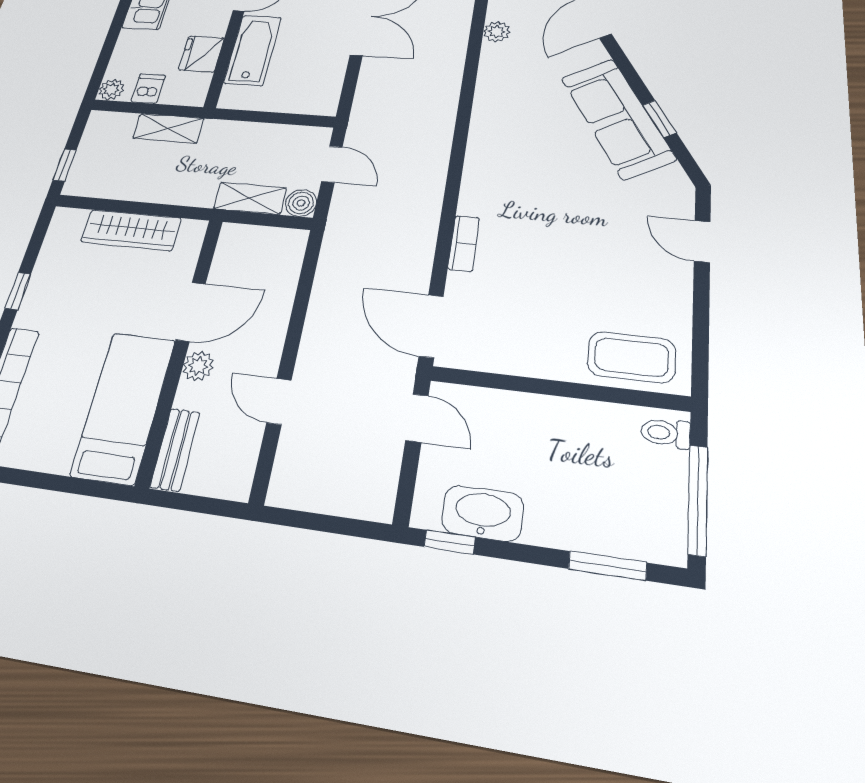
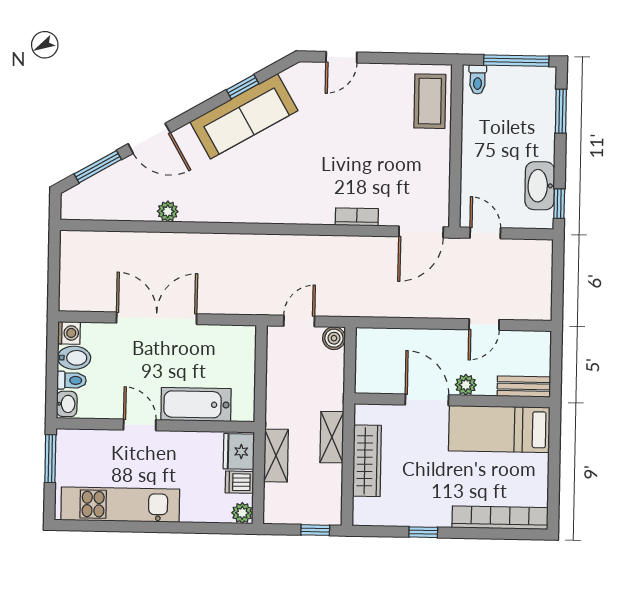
fridge: (201, 54) -> (239, 451), moved, turned 90
shelving: (250, 198) -> (332, 437), moved
door: (417, 418) -> (485, 233), hinge flipped

